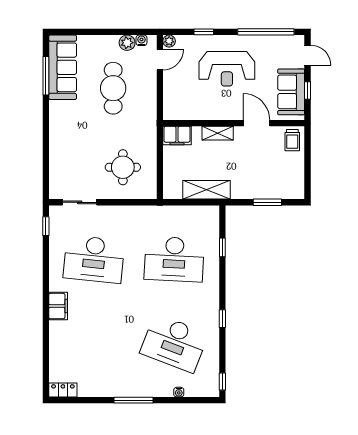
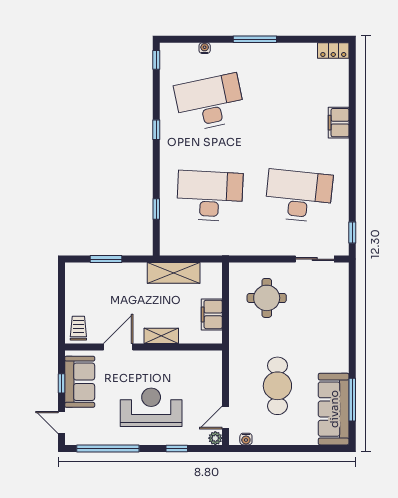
plant: (127, 43) -> (262, 436), removed
door: (257, 123) -> (118, 347), swing flipped
filing cabinet: (177, 136) -> (212, 314), moved, turned -90
filing cabinet: (58, 306) -> (339, 123), moved
desk: (174, 343) -> (210, 102), turned -33

